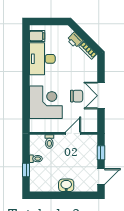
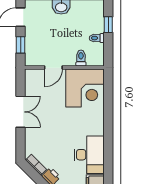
chair: (77, 96) -> (49, 111), removed
corner desk: (46, 102) -> (85, 88), moved, turned -90

